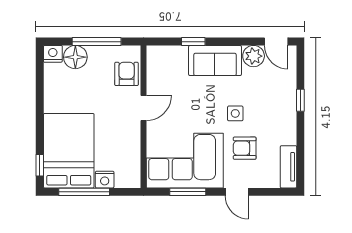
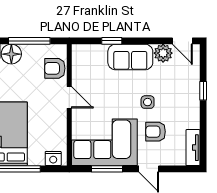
armchair: (127, 74) -> (55, 68), turned -90
door: (143, 108) -> (69, 97), hinge flipped
nightstand: (105, 180) -> (53, 158), moved

